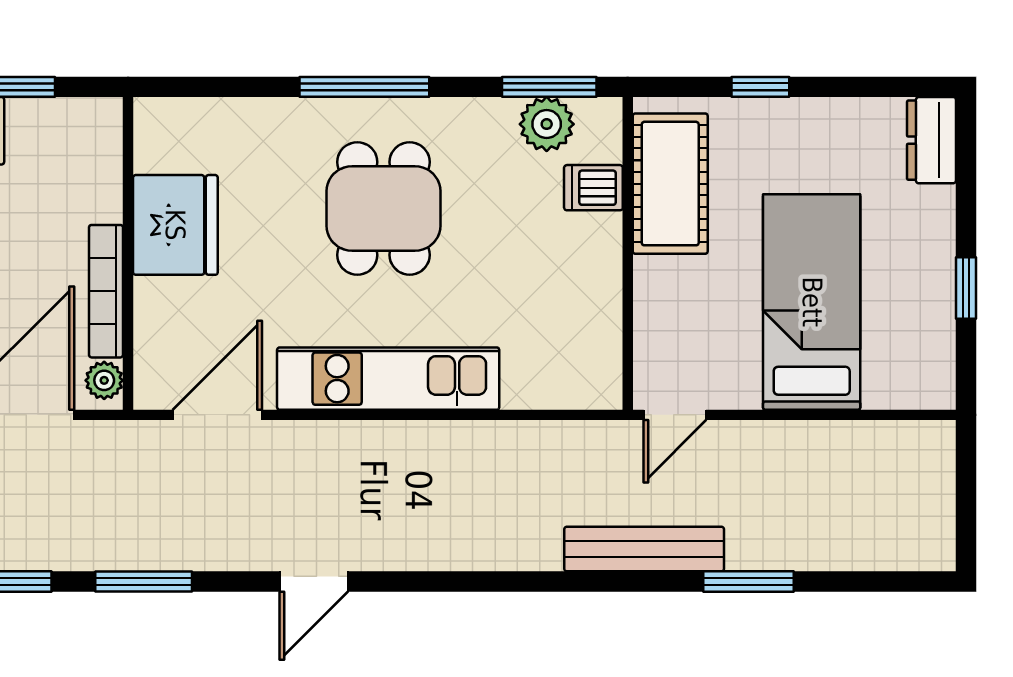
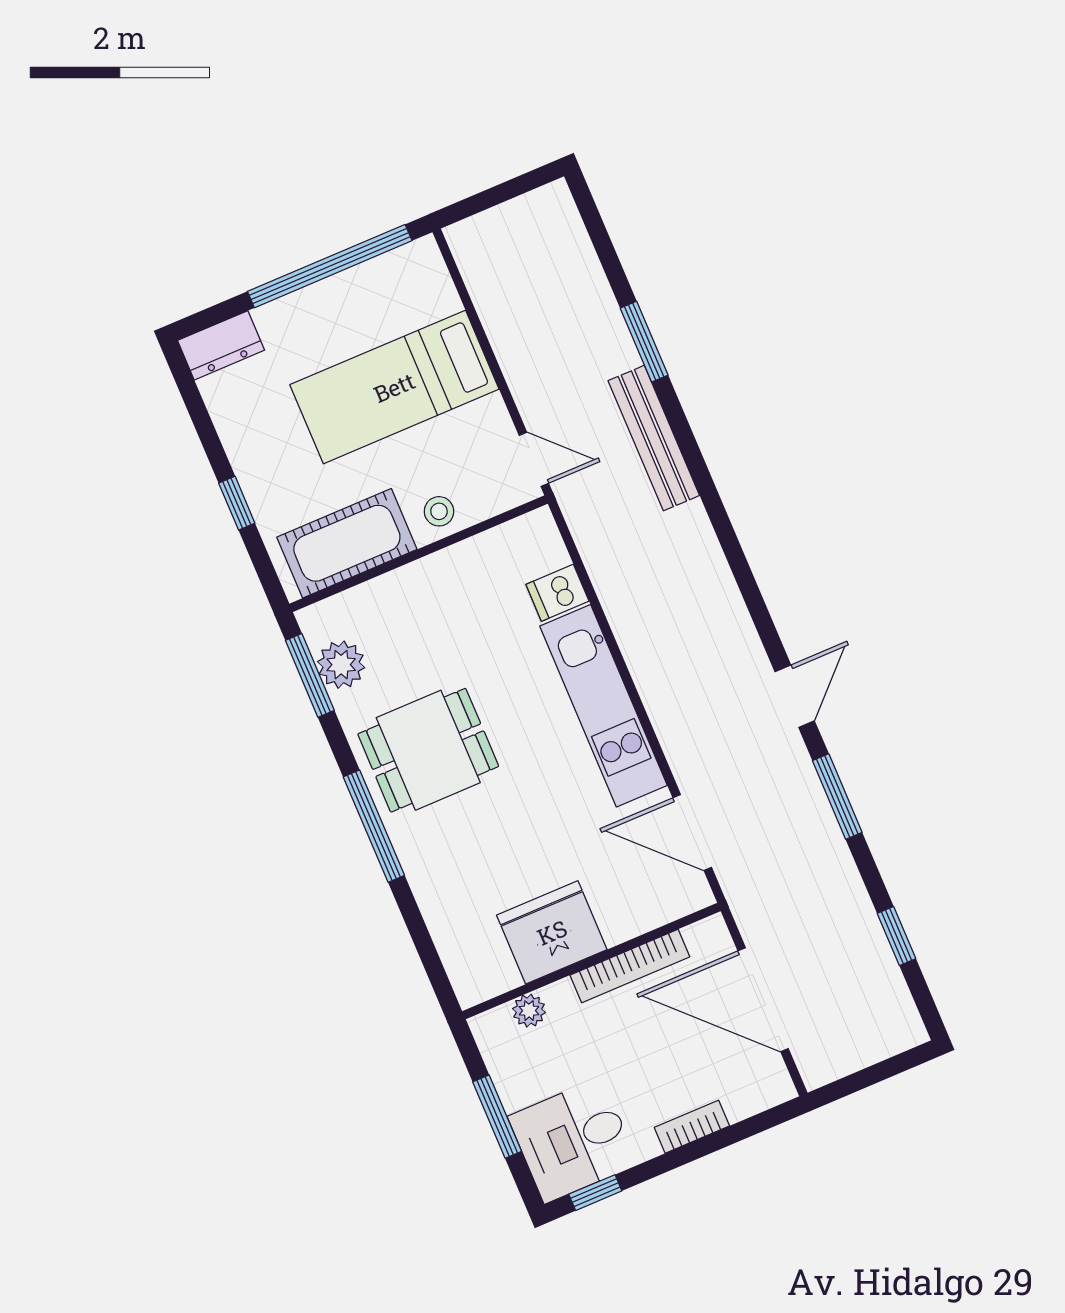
dishwasher: (593, 188) -> (557, 593), moved, turned 90
dining table: (383, 208) -> (428, 750), moved
window: (966, 288) -> (330, 266), width x3.17
stool: (663, 293) -> (439, 511), added
plant: (104, 380) -> (529, 1011), moved
window: (144, 581) -> (837, 796), moved
door: (314, 581) -> (795, 696), hinge flipped

